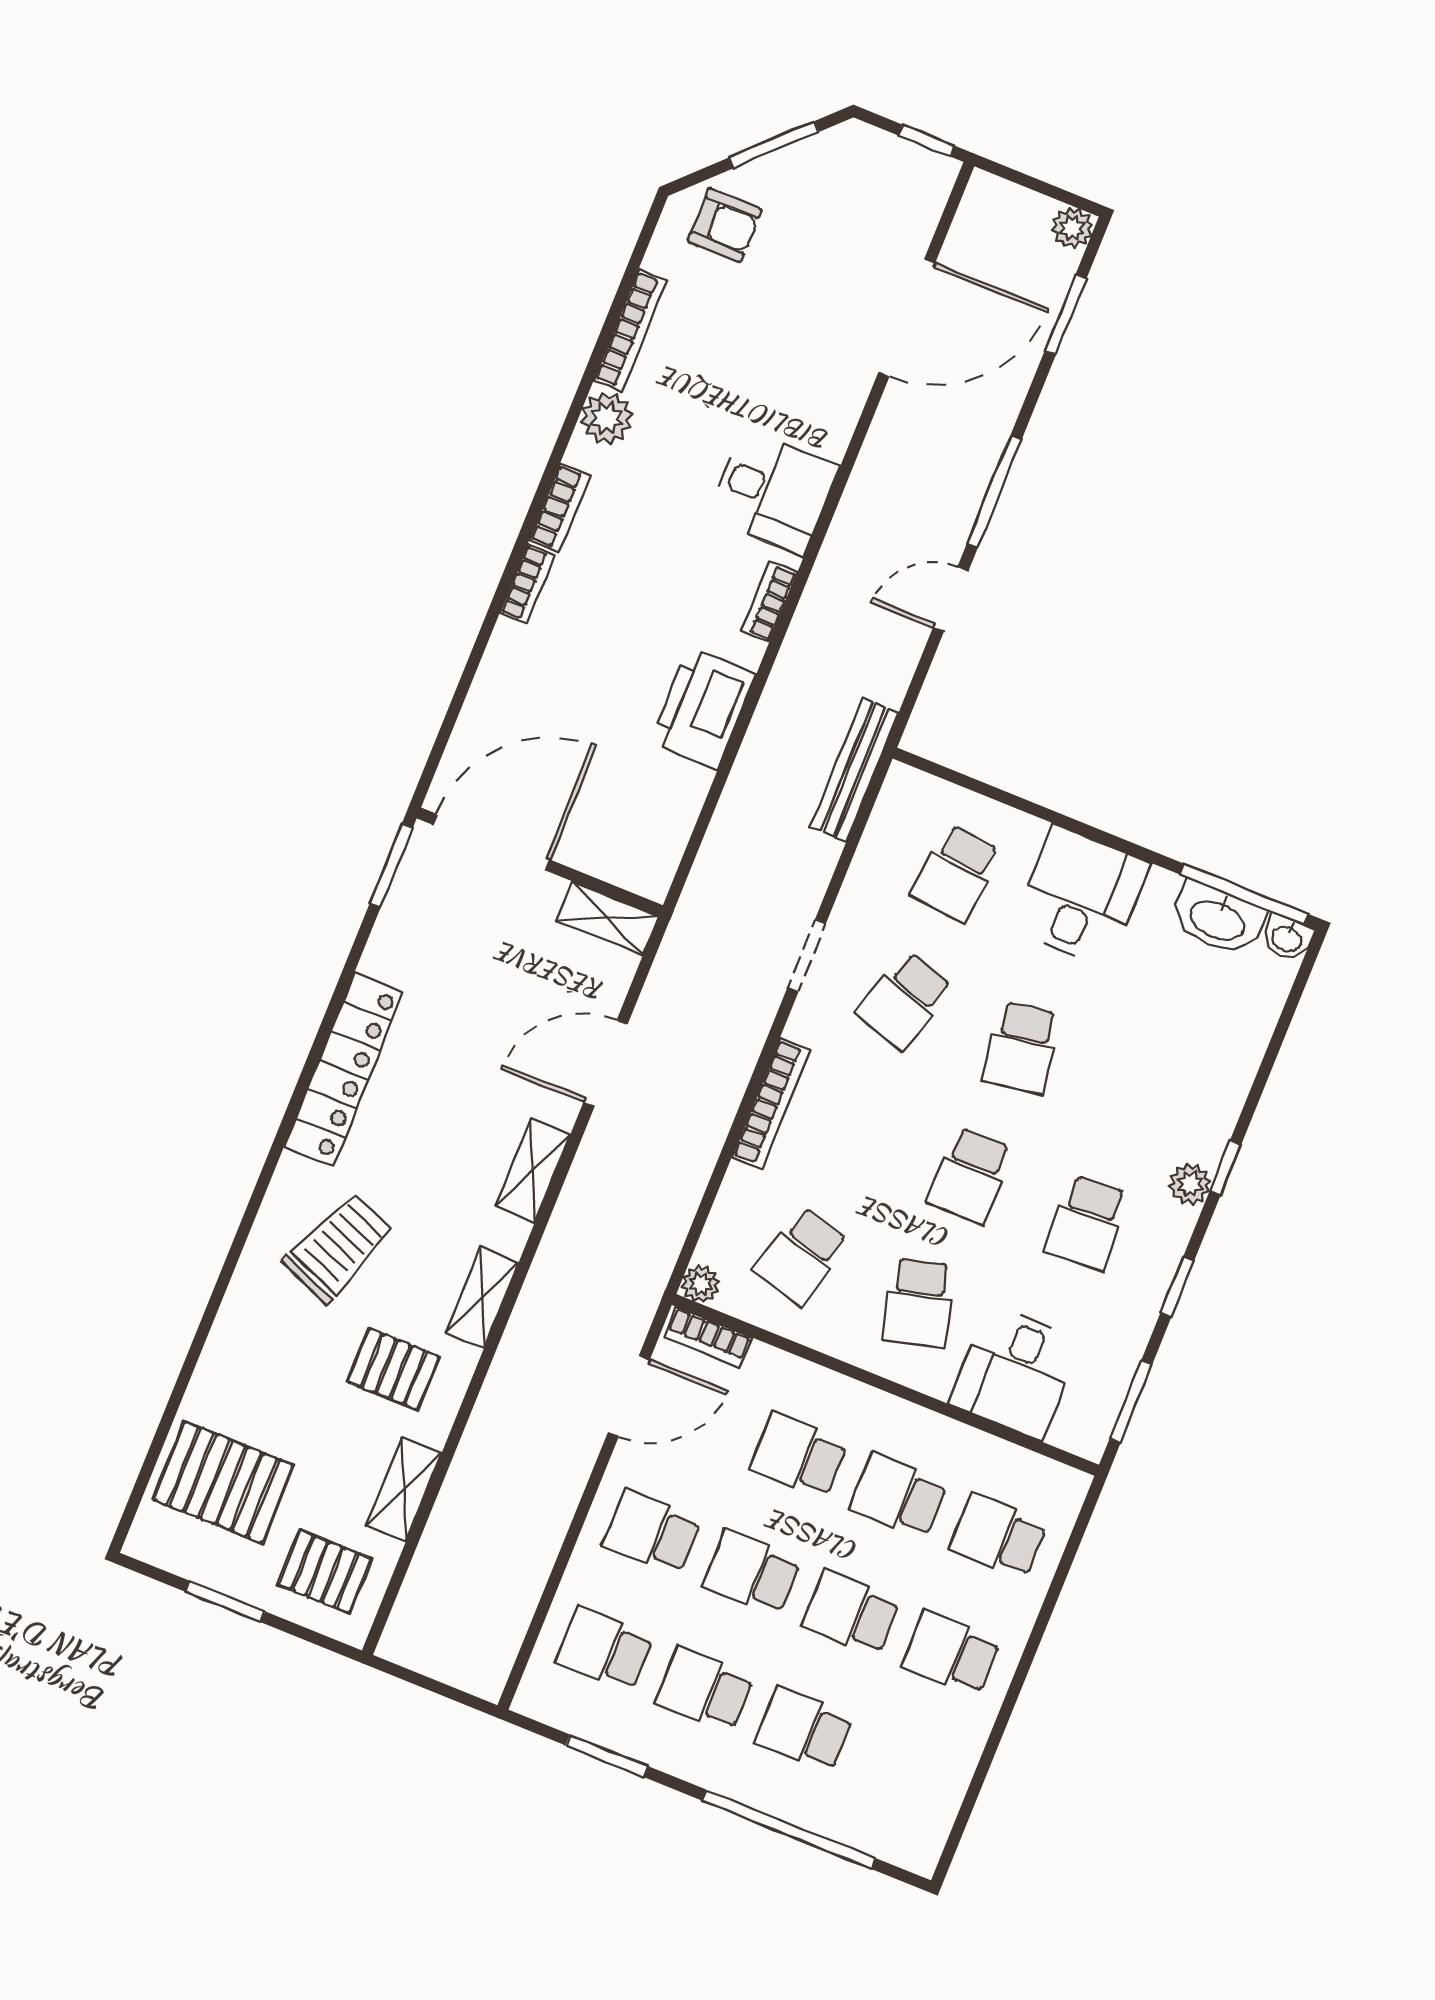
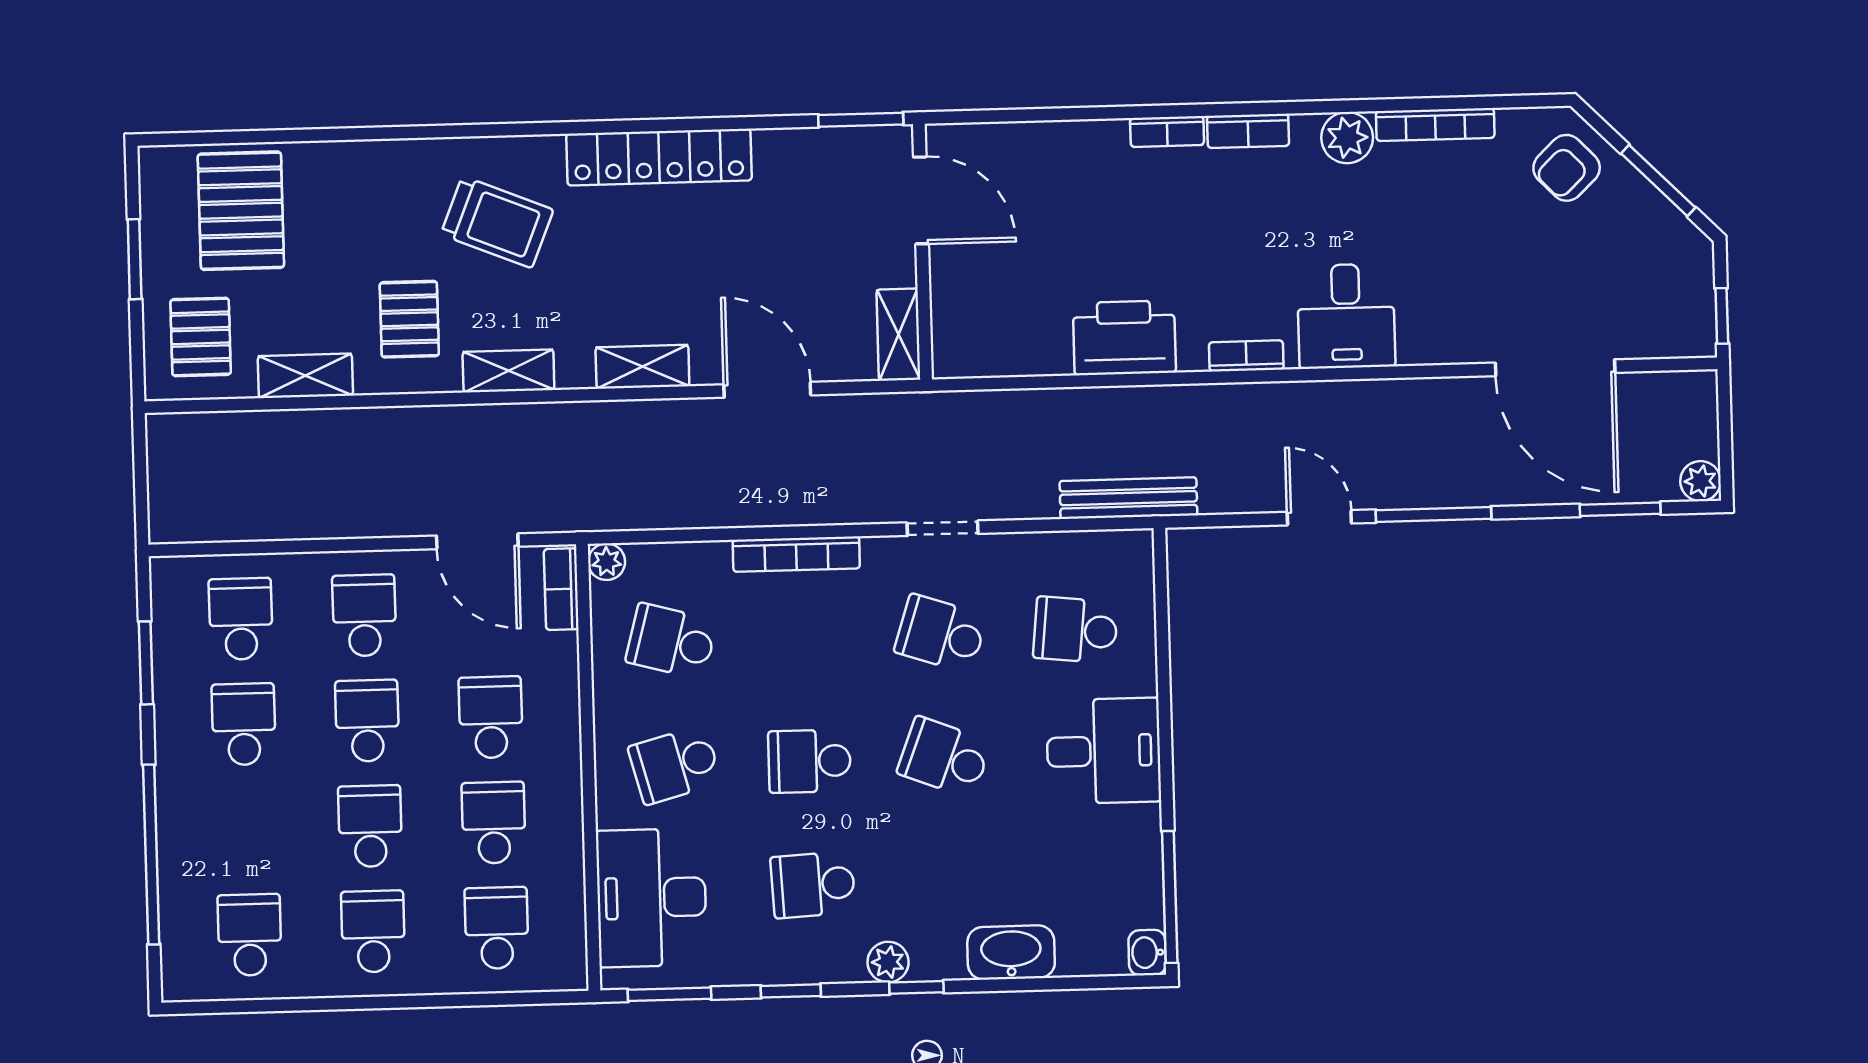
armchair: (725, 225) -> (1567, 168), turned 46
door: (491, 842) -> (921, 200), width x0.73
washbasin: (1218, 919) -> (1011, 952), moved, turned 90
school desk: (1022, 1048) -> (944, 757), turned 30
desk: (1016, 1372) -> (651, 898), width x1.37
school desk: (804, 1730) -> (250, 935), moved

